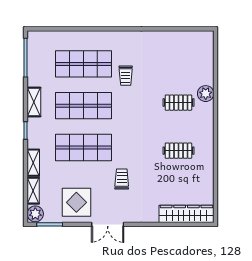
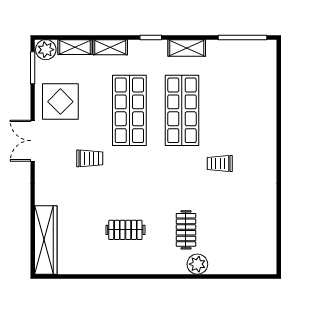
shop shelf: (83, 64) -> (235, 110), removed
clothes rail: (178, 151) -> (125, 230), turned 90

